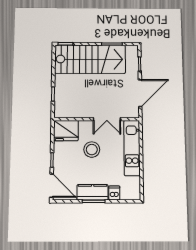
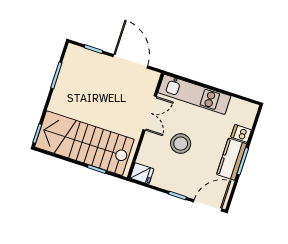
stairs: (90, 59) -> (84, 143), moved, turned -90
fridge: (66, 131) -> (142, 173), width x0.53, depth x0.75

